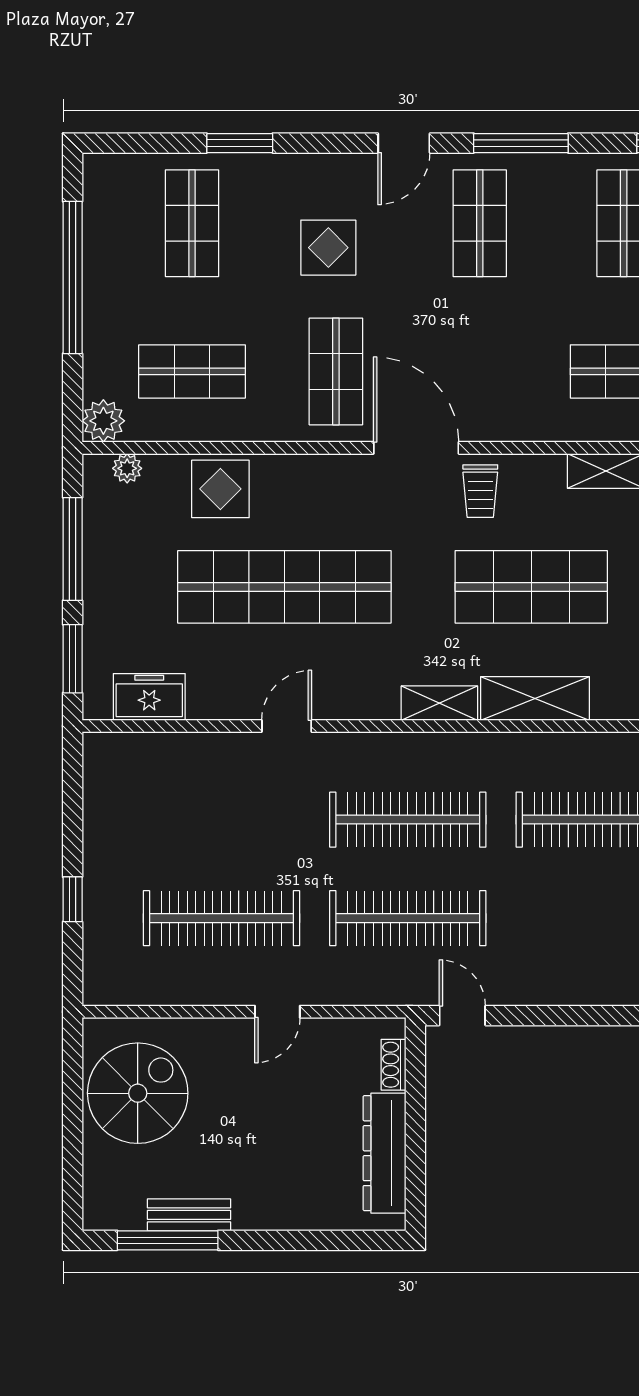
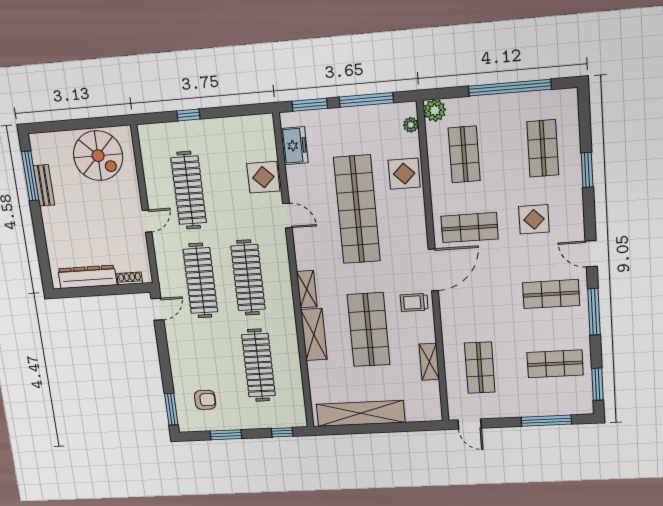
shop shelf: (192, 223) -> (543, 148), turned 90
display table: (206, 765) -> (263, 177), added
door: (277, 1012) -> (147, 221), swing flipped

